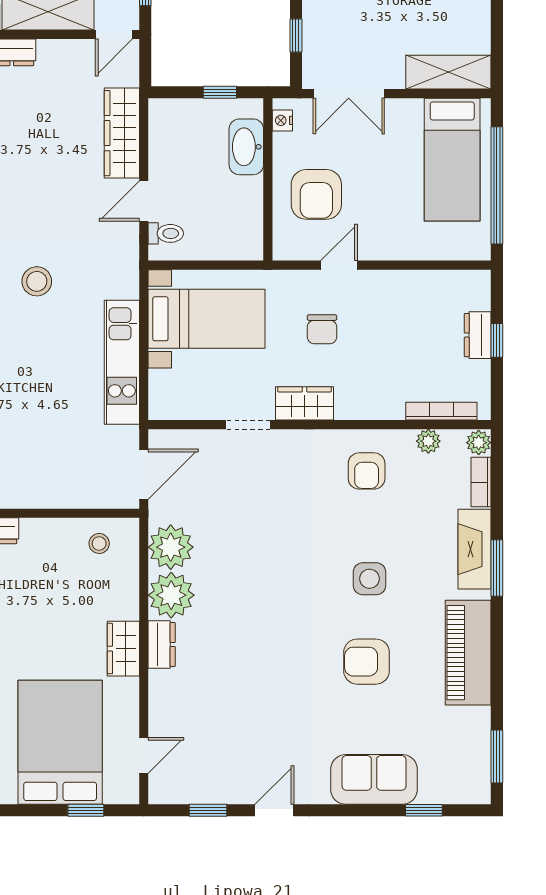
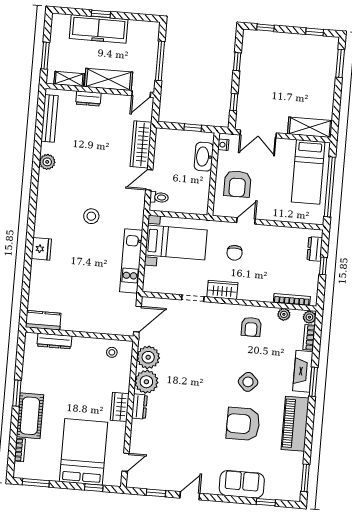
dresser: (478, 335) -> (315, 249), moved
side table: (369, 579) -> (248, 382), turned 45
armchair: (367, 662) -> (243, 424), width x1.36, depth x1.36

